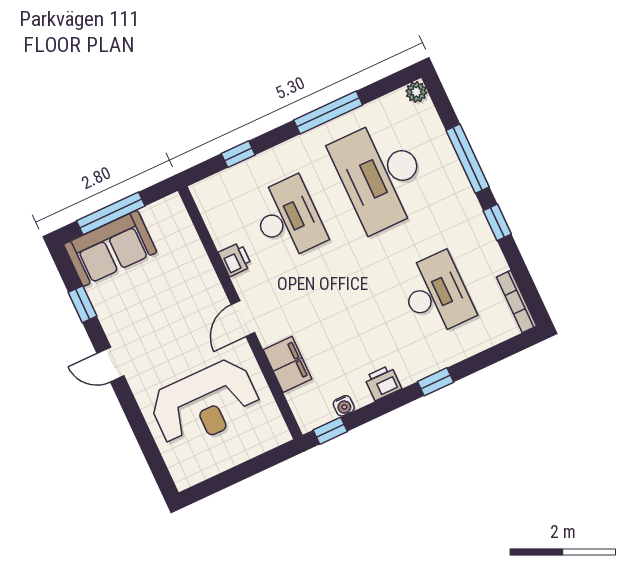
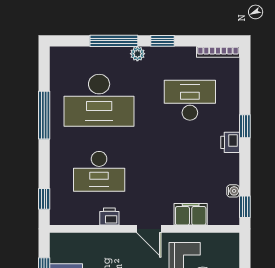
plant: (416, 92) -> (137, 54), moved
window: (238, 154) -> (44, 199), moved
desk: (288, 218) -> (99, 171), turned 180
printer: (383, 383) -> (230, 142), moved

